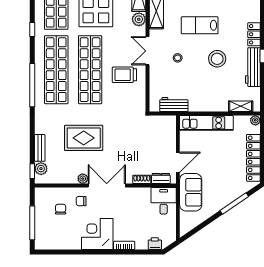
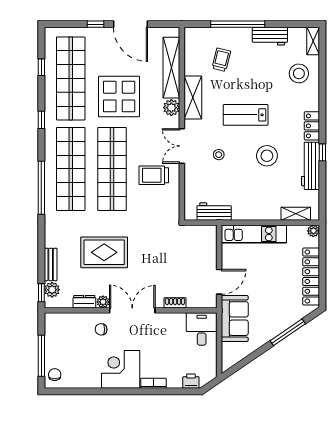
dresser: (161, 178) -> (84, 302), moved
chair: (61, 209) -> (55, 375), moved

